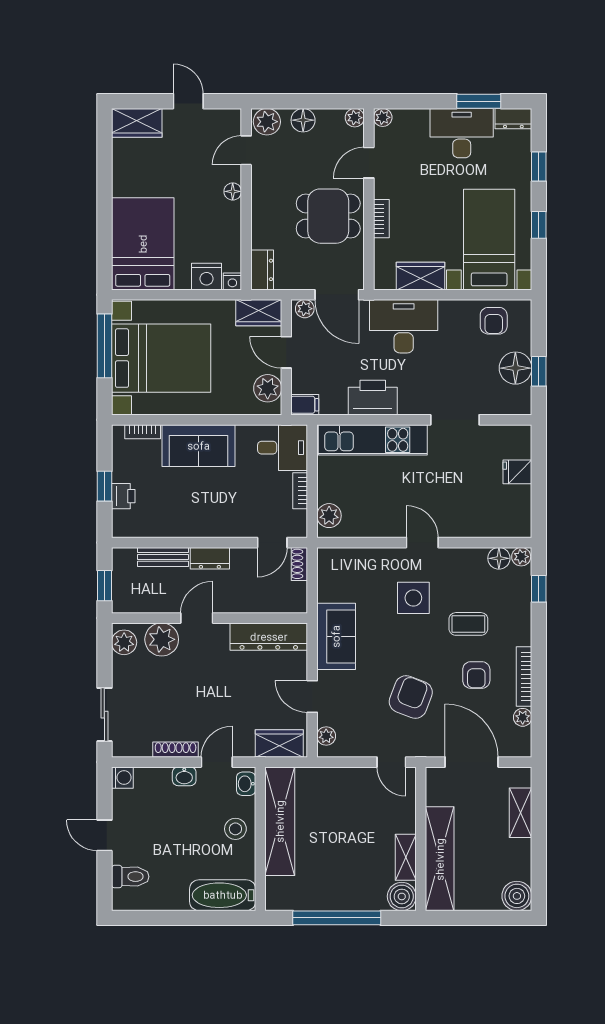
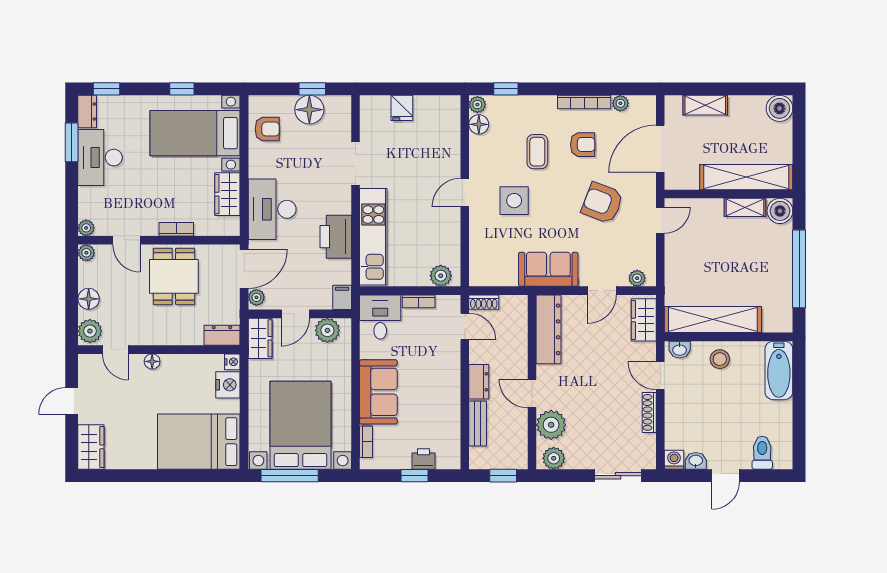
window: (539, 167) -> (106, 89), moved
washbasin: (184, 776) -> (696, 461), moved, turned -90

